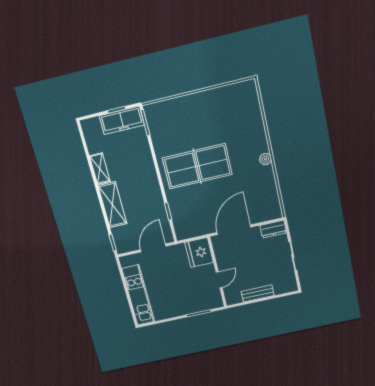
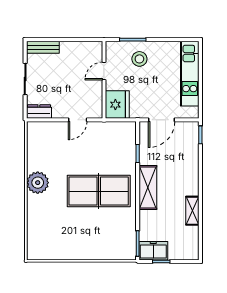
freezer: (122, 120) -> (153, 251), width x0.71
plant: (265, 159) -> (38, 183), width x1.88, depth x1.88
shelving: (112, 205) -> (148, 187), moved
door: (234, 230) -> (78, 120), width x0.53
bench: (258, 293) -> (43, 47), moved
stool: (188, 298) -> (139, 59), added

